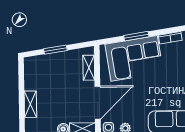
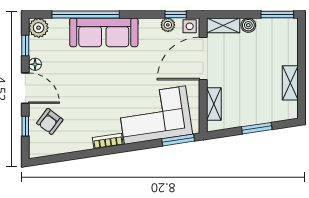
window: (136, 36) -> (178, 140), moved
shelving: (30, 104) -> (290, 83), moved

